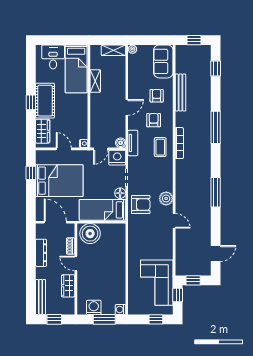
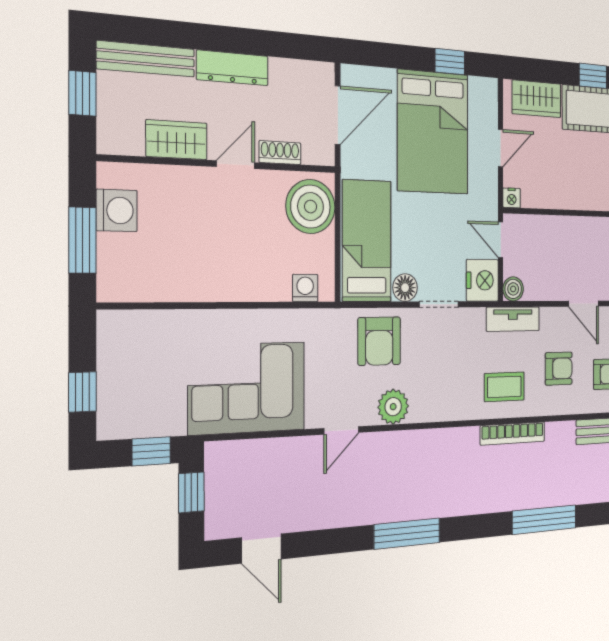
dresser: (41, 253) -> (232, 68), moved
corner sofa: (157, 283) -> (247, 388), moved
washing machine: (120, 310) -> (305, 288), moved

